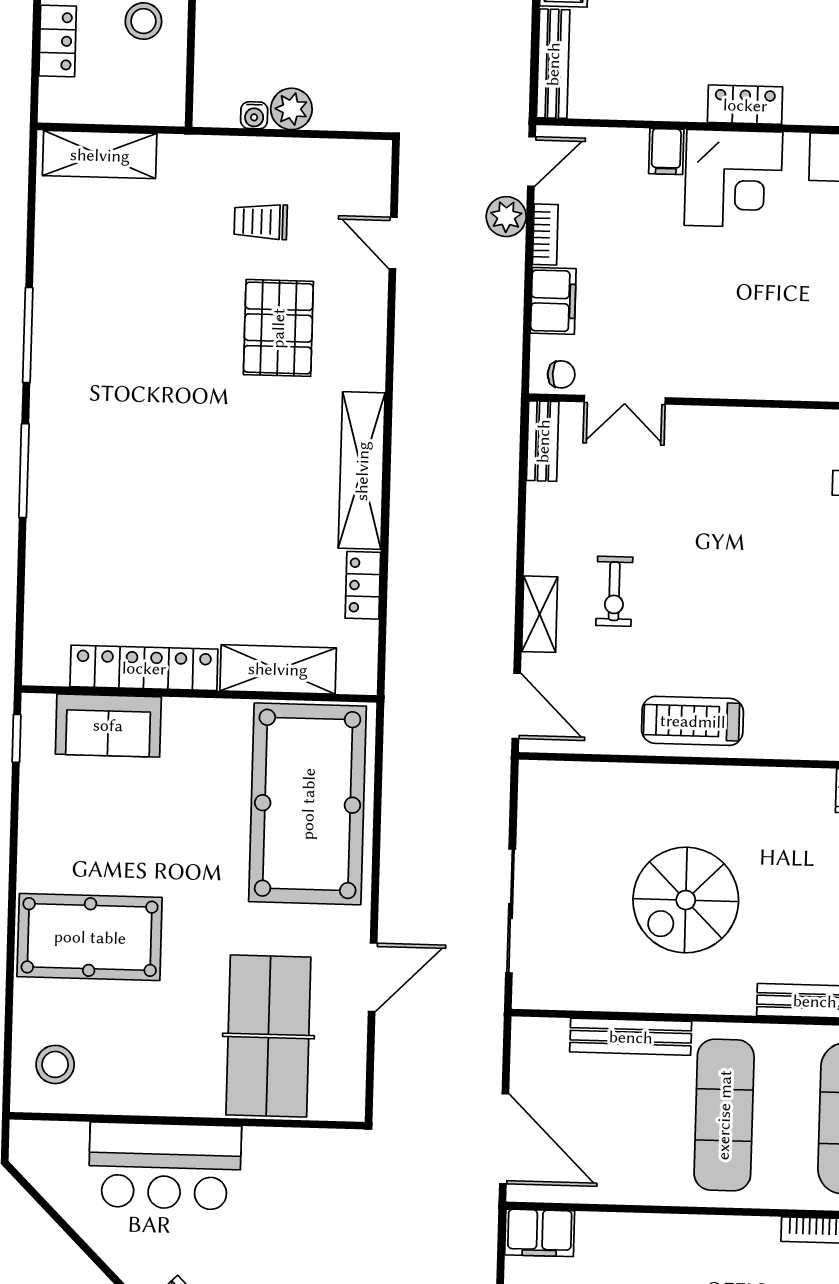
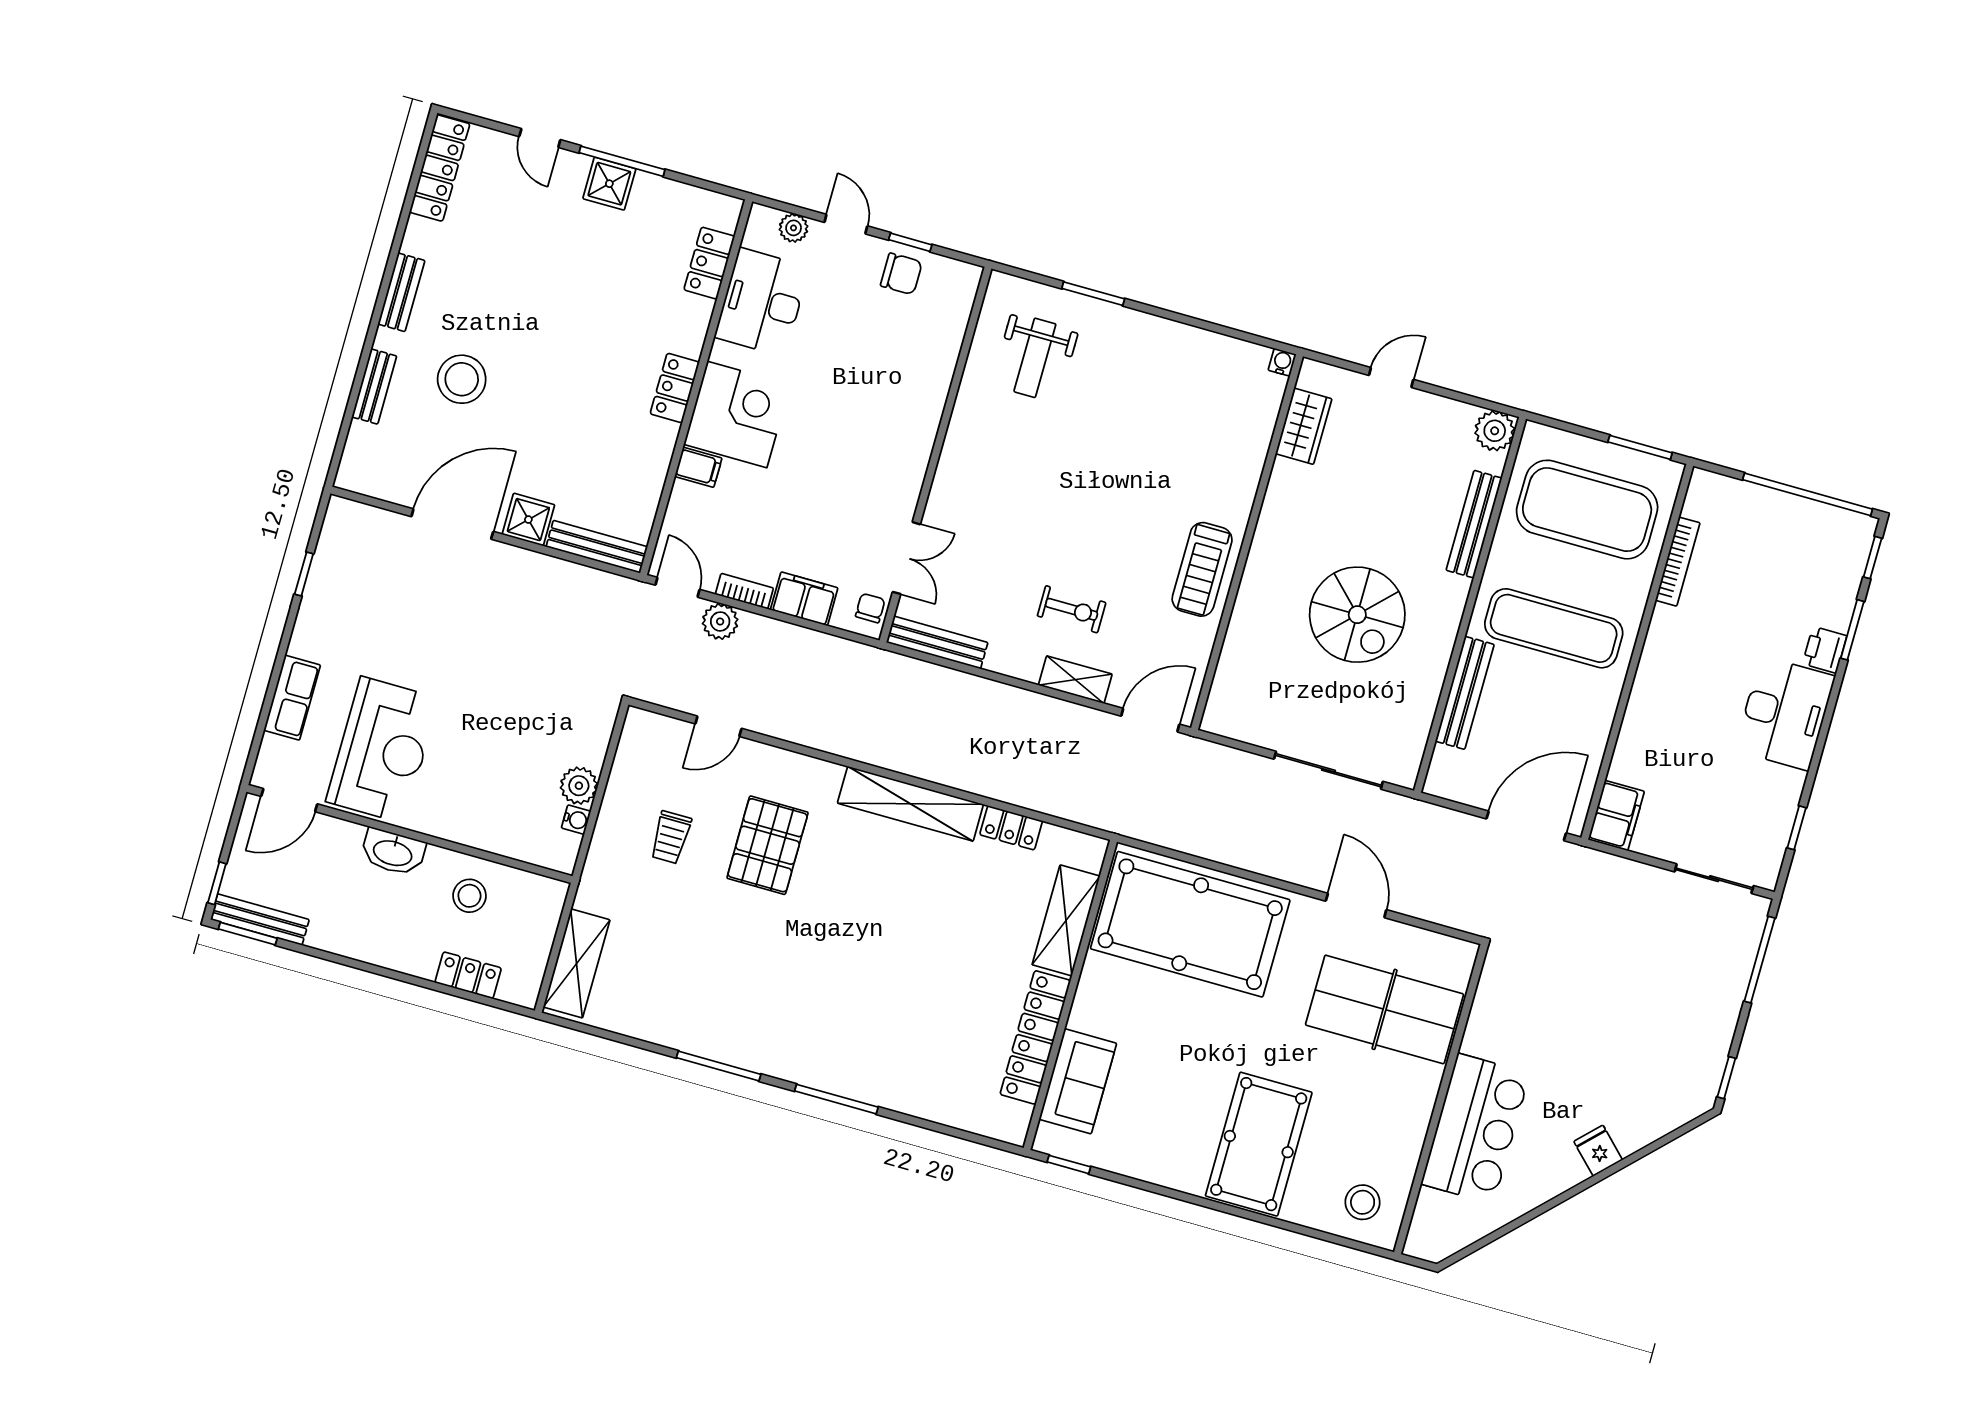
pallet: (278, 328) -> (768, 845), turned 90
bench: (543, 441) -> (937, 642), width x1.36

